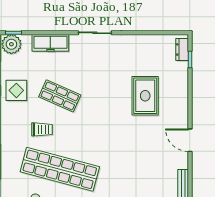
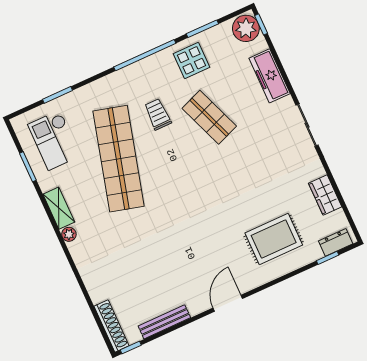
wardrobe: (147, 42) -> (325, 195), added
shop shelf: (60, 96) -> (209, 117), turned -45
rug: (145, 96) -> (274, 239), moved
trolley: (42, 129) -> (158, 114), turned 180

